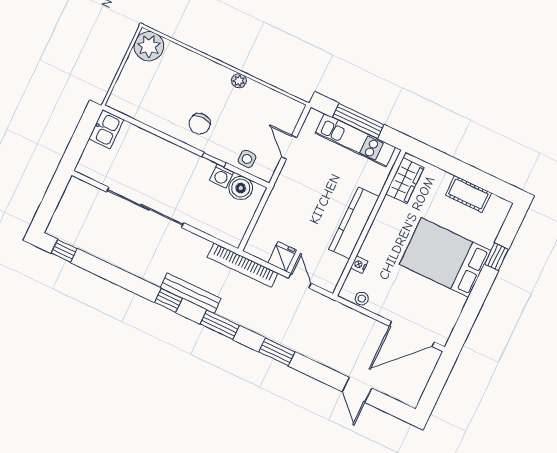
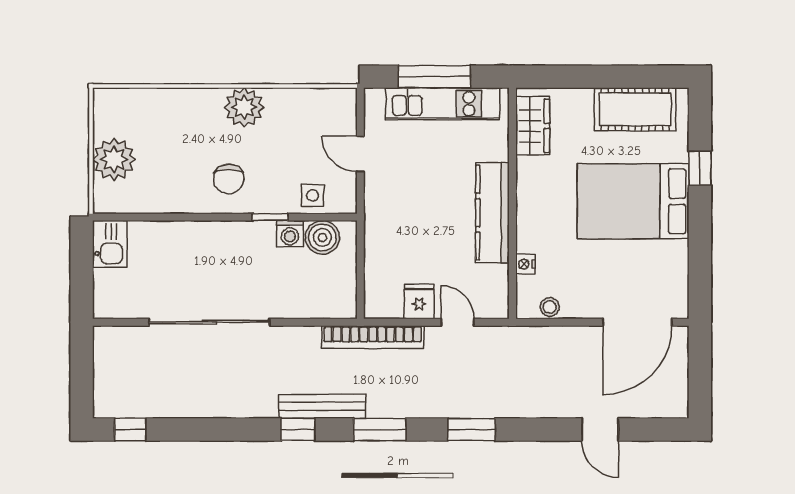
plant: (149, 46) -> (114, 159), moved
plant: (239, 81) -> (244, 107), width x1.88, depth x1.88
cot: (468, 194) -> (635, 109), width x1.37, depth x1.34

